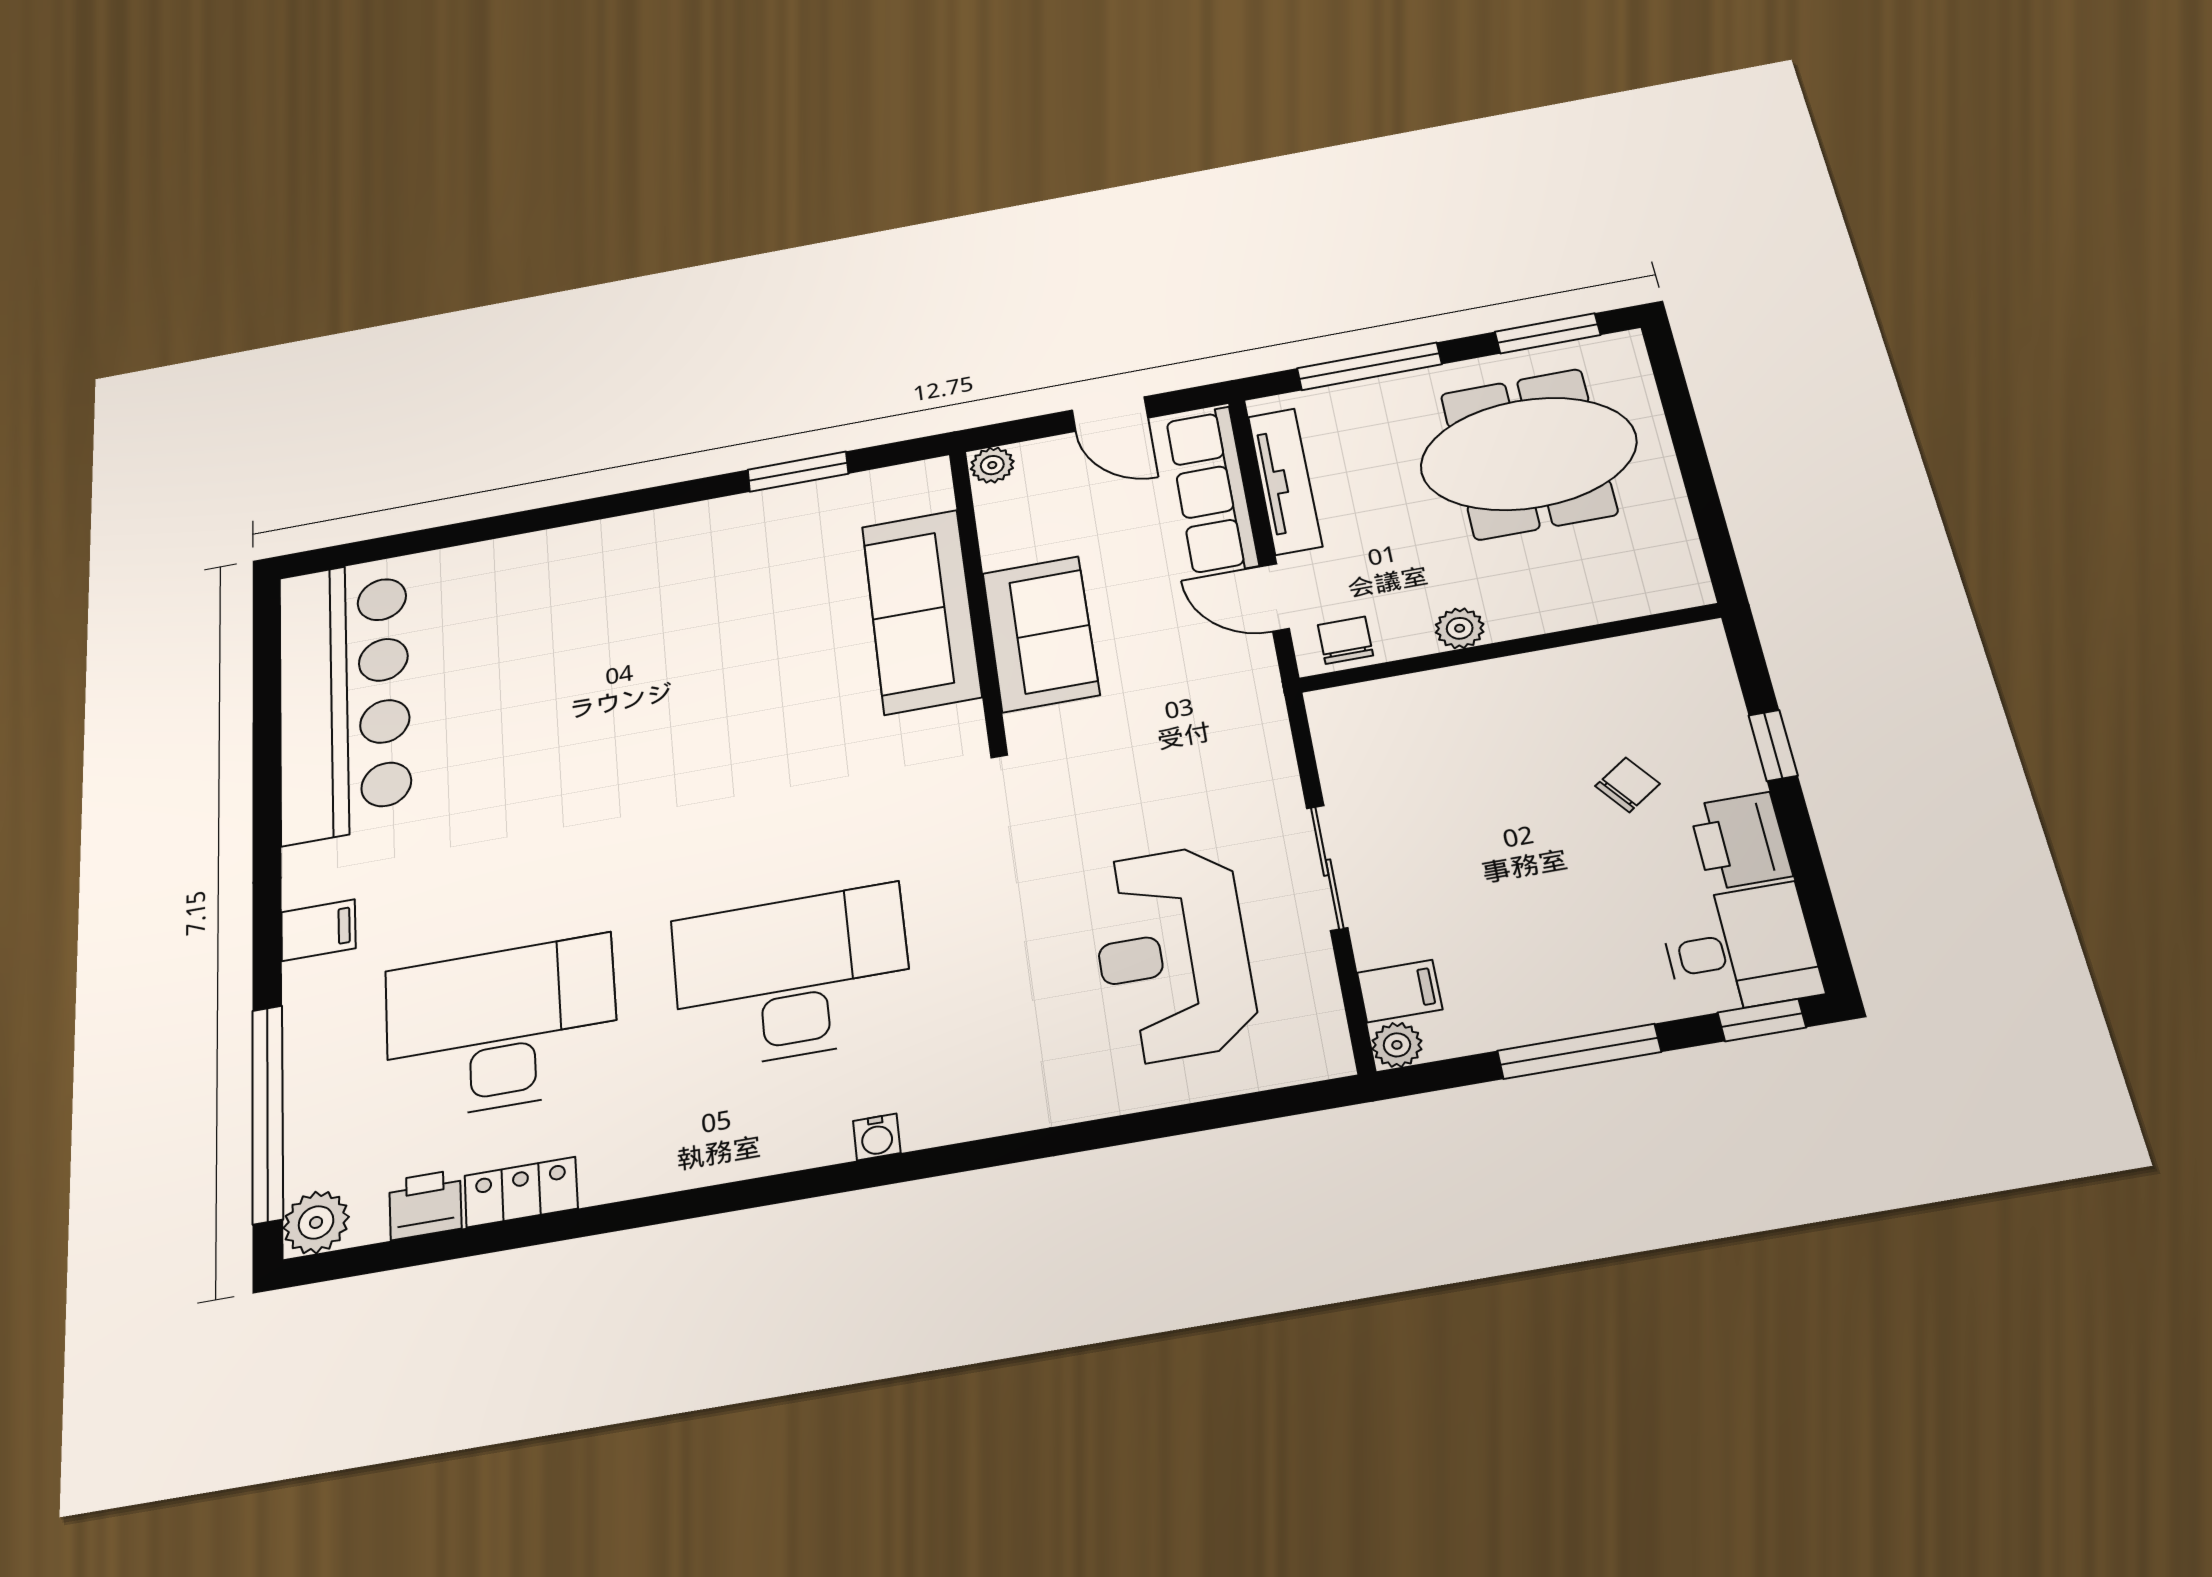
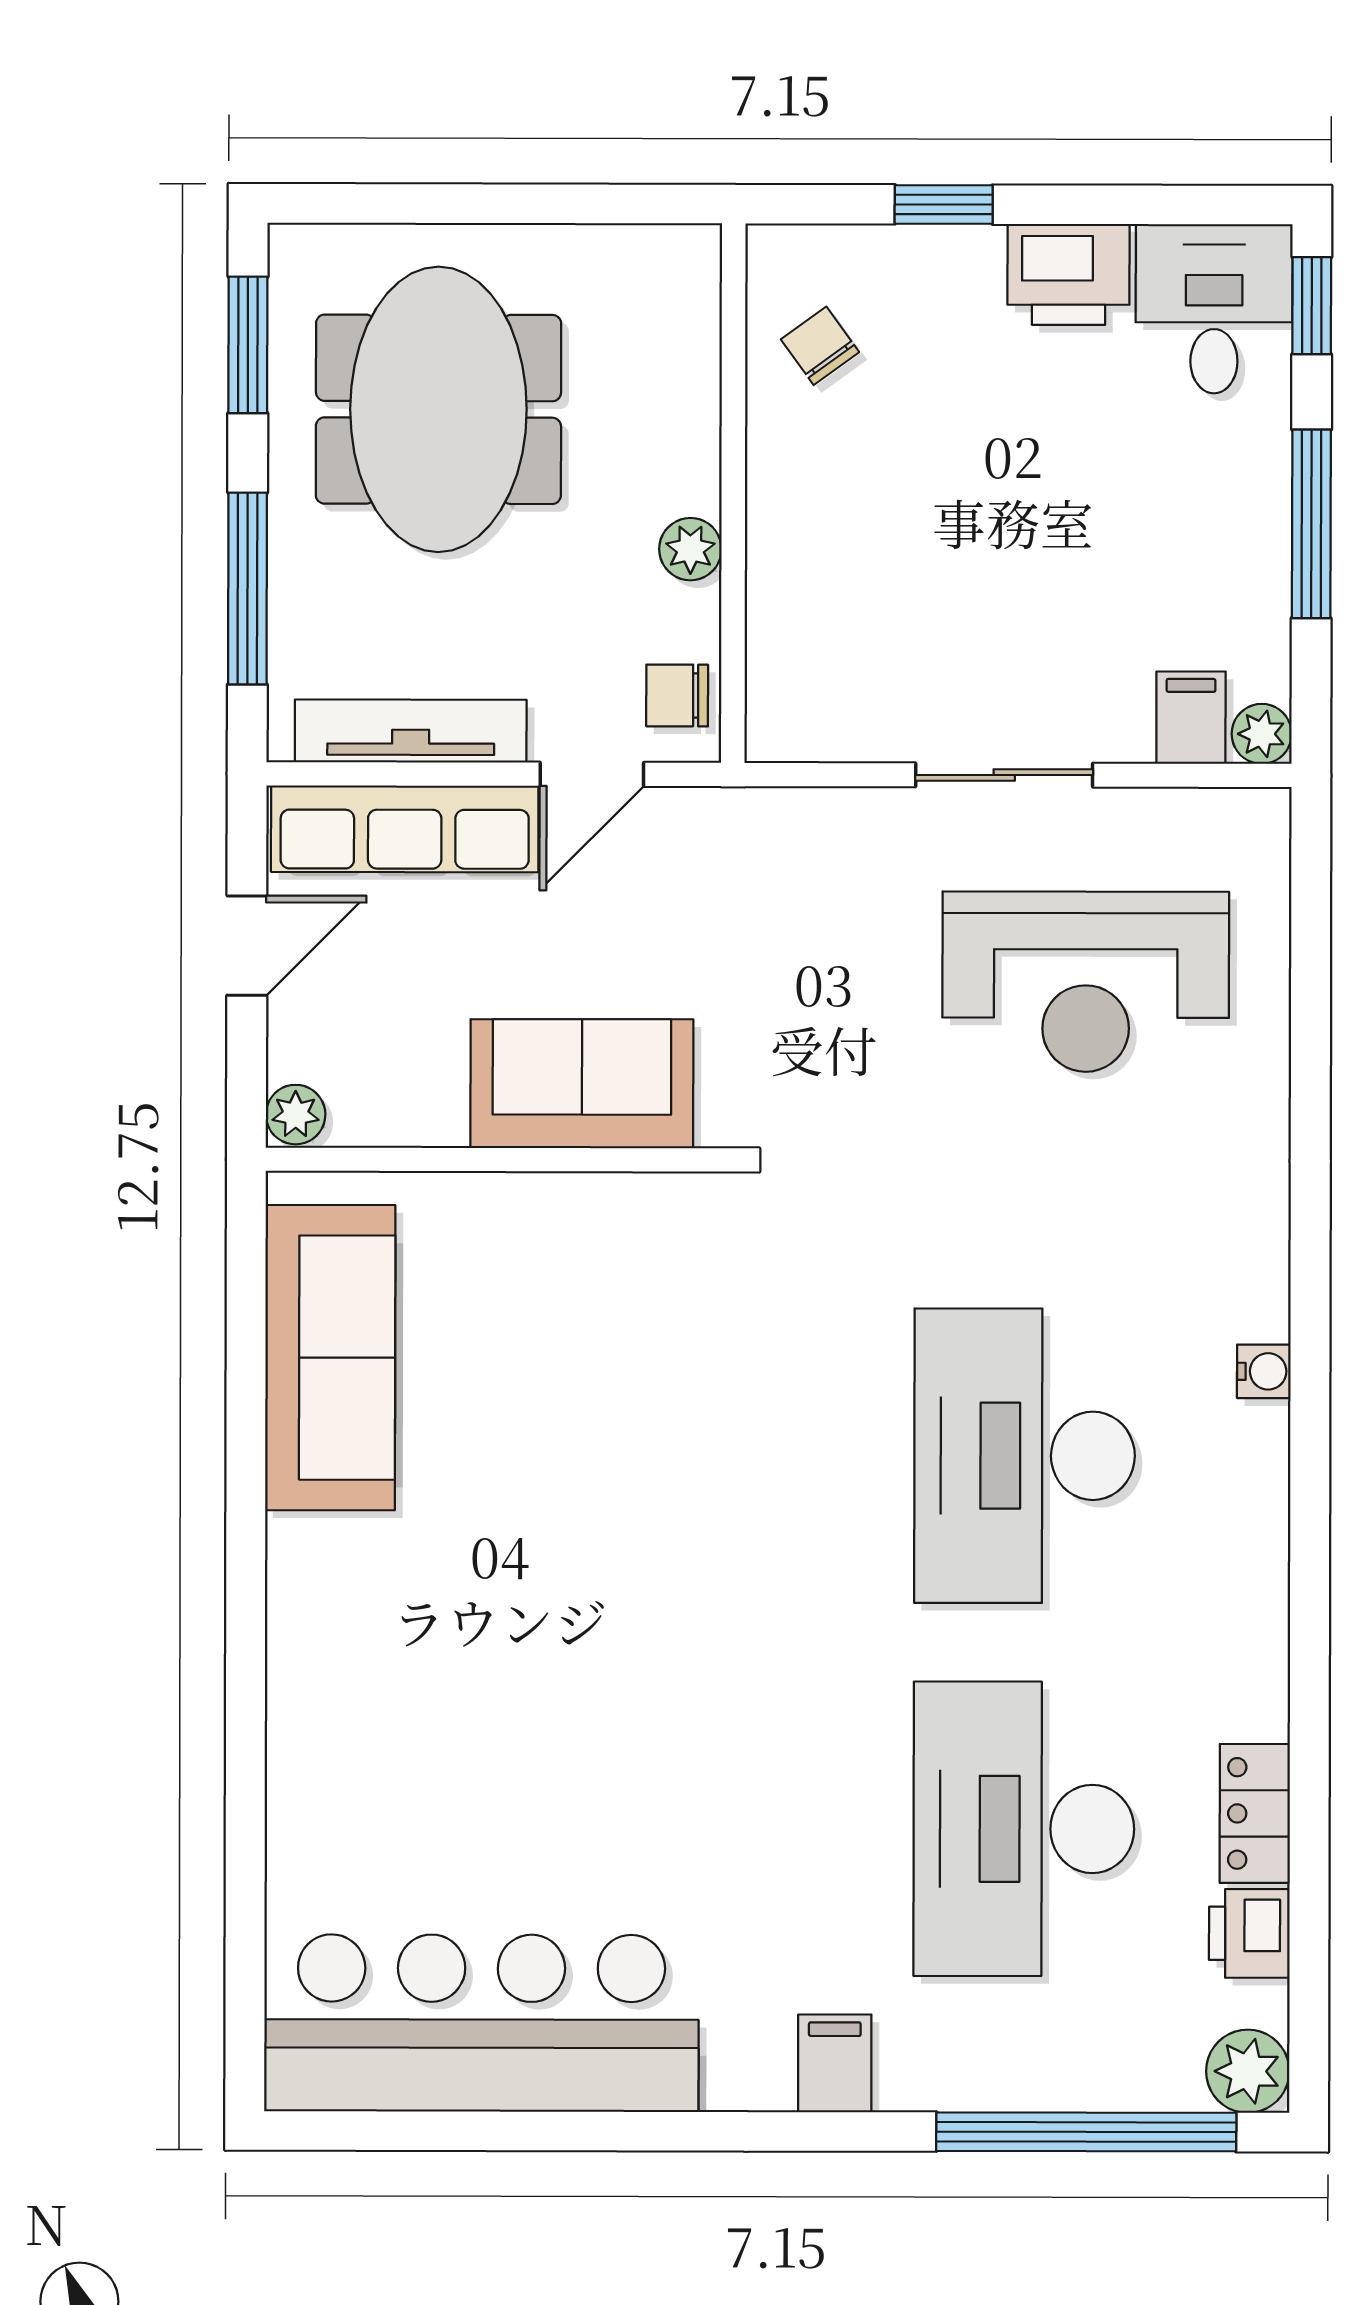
window: (798, 472) -> (246, 1380), removed
sofa: (921, 611) -> (330, 1358), moved, turned -90
chair: (1628, 785) -> (820, 346), moved

